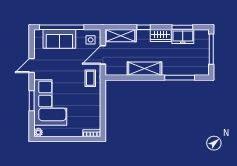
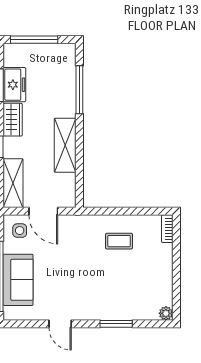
coffee table: (90, 78) -> (119, 241), moved
corner sofa: (50, 102) -> (119, 294), removed

